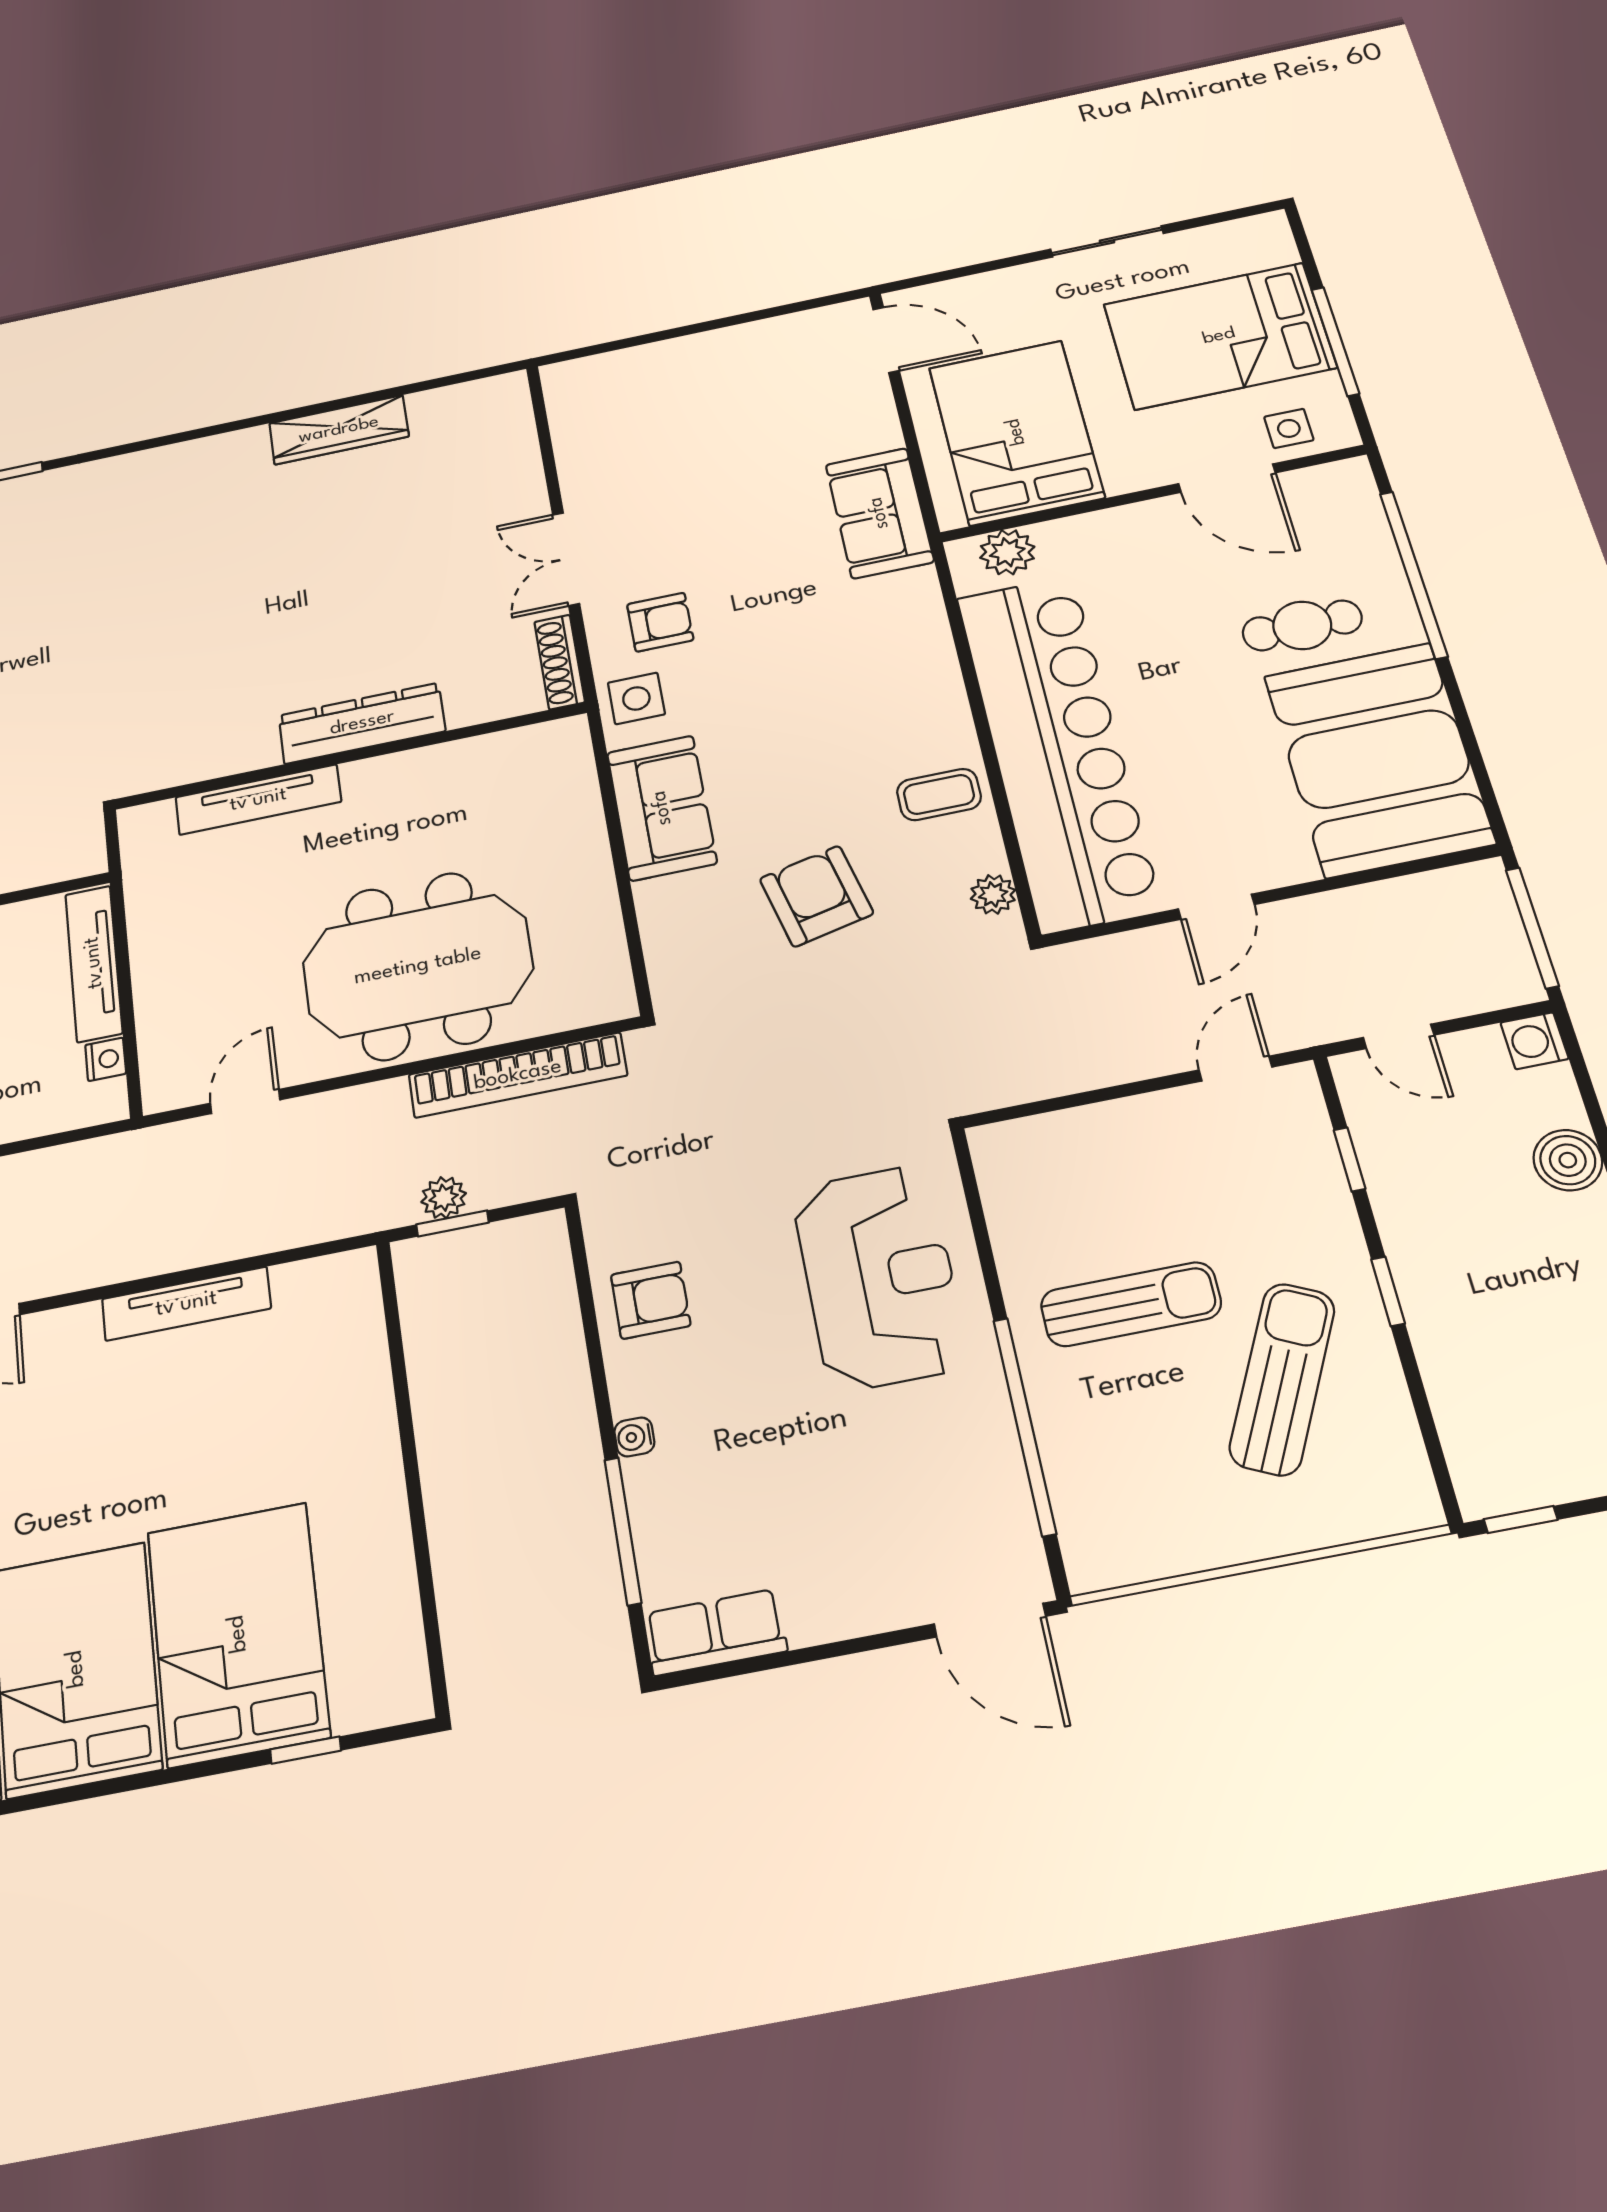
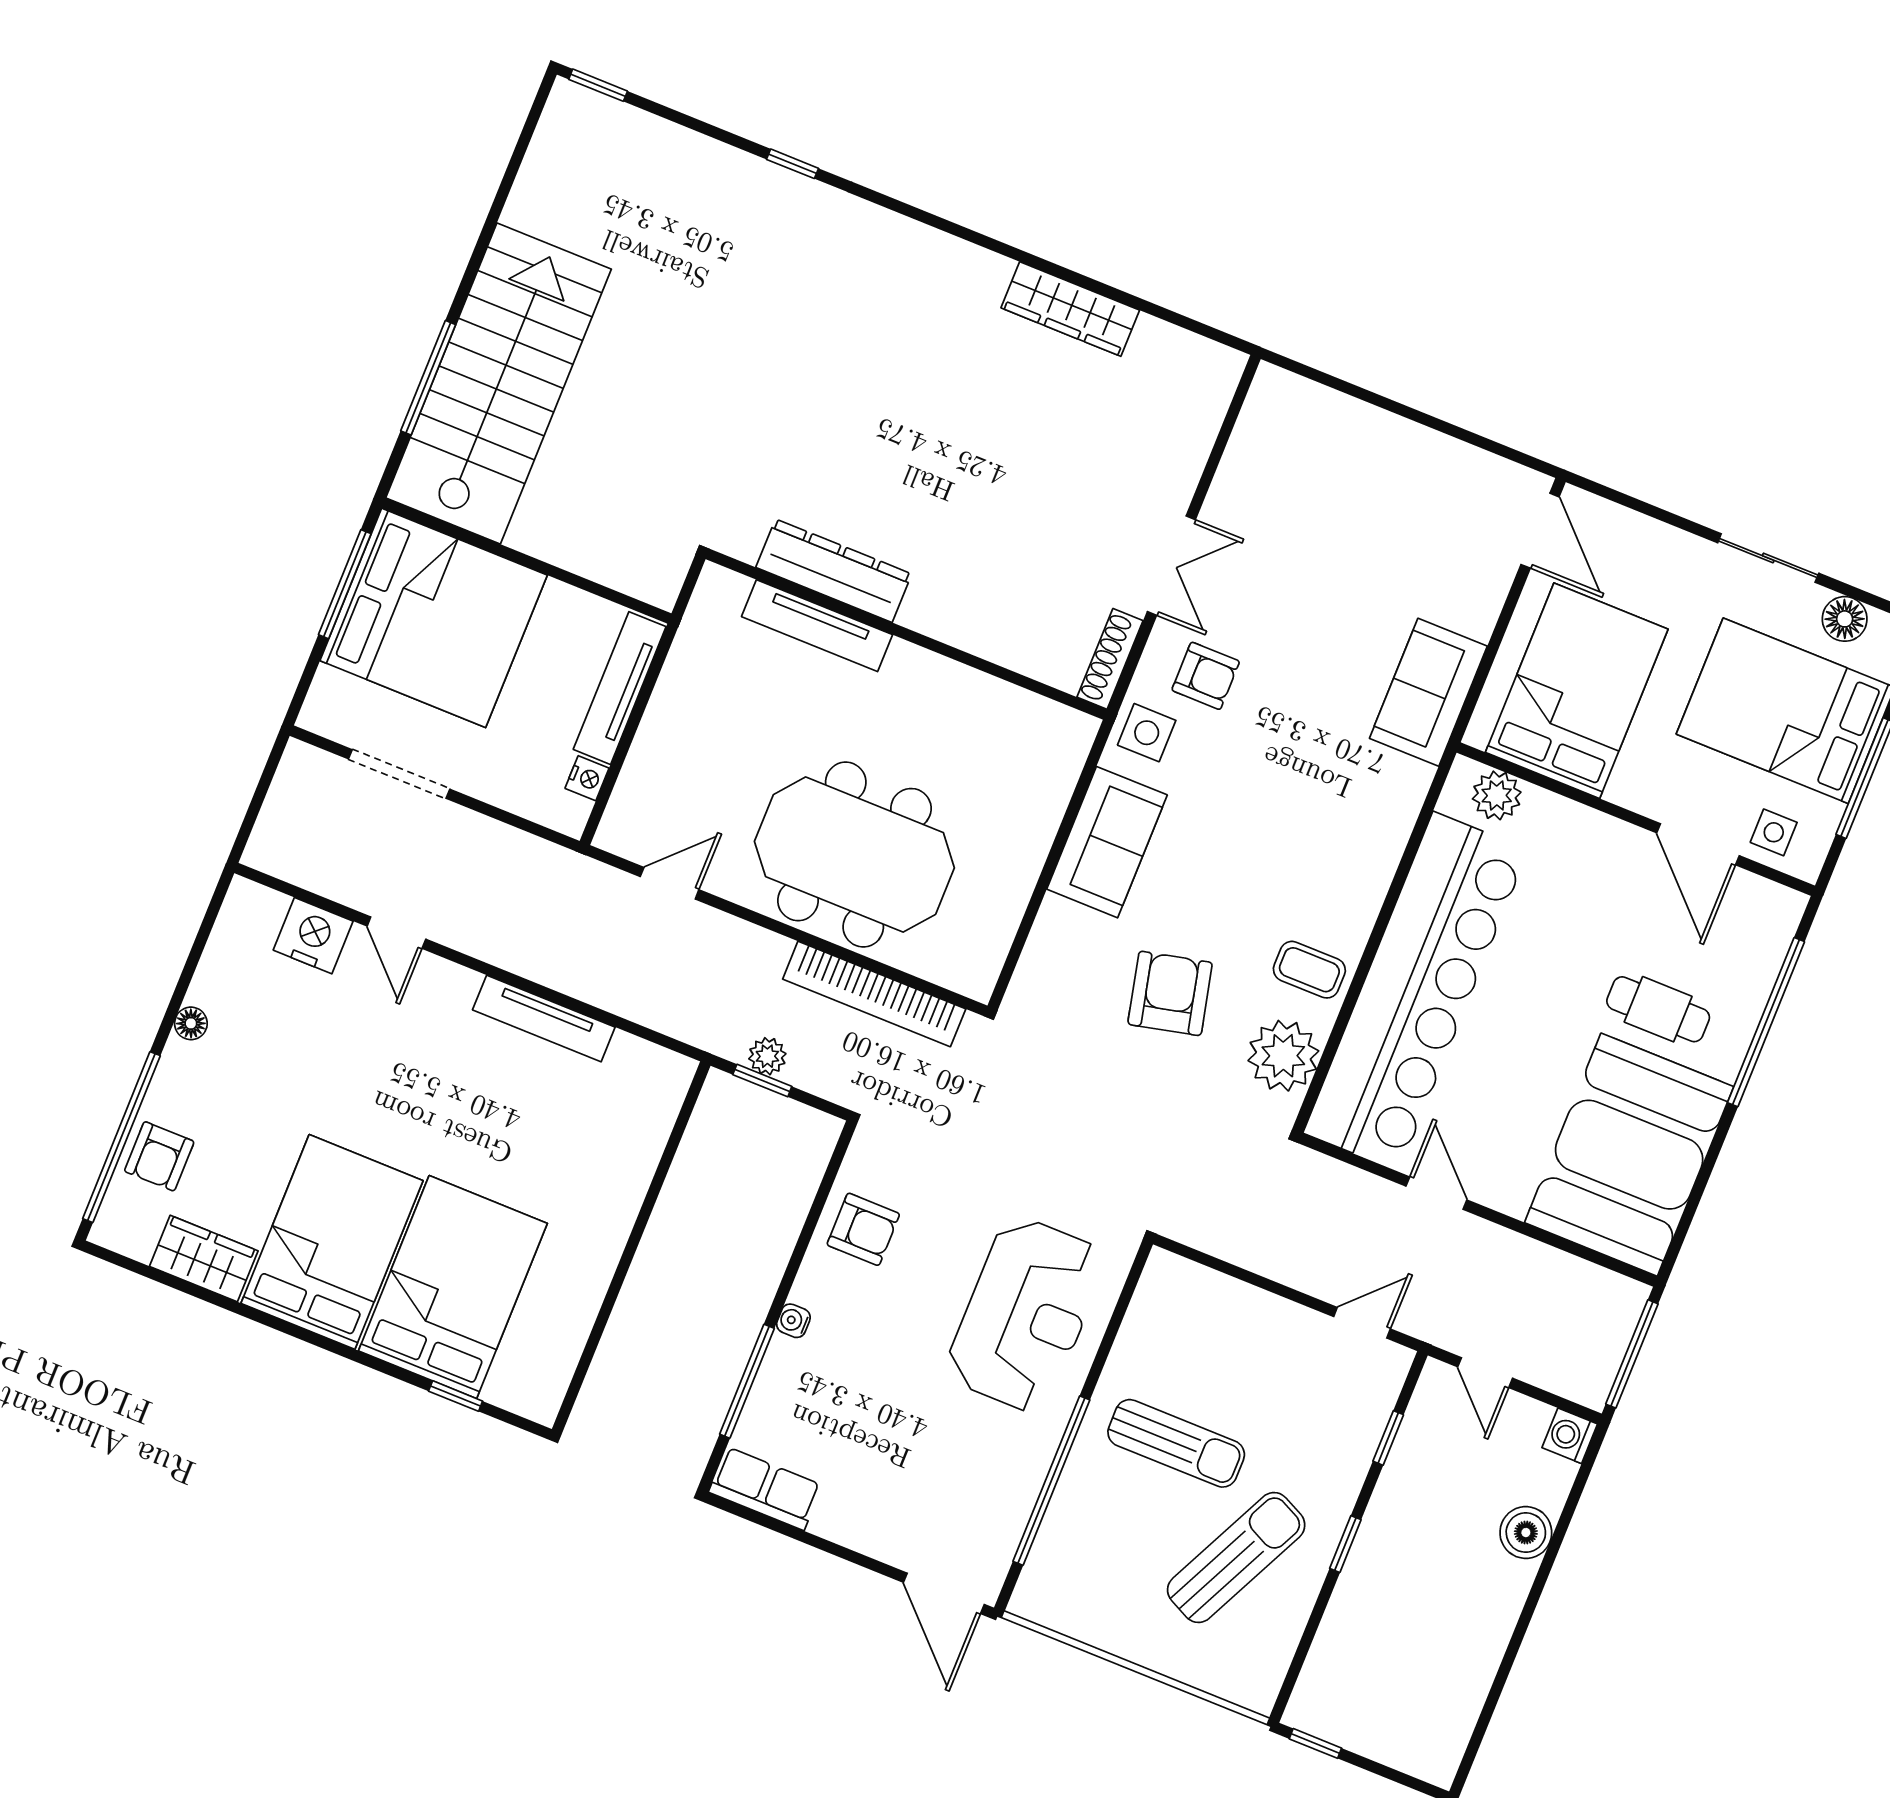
floor lamp: (1213, 243) -> (1845, 619), added
double door: (566, 559) -> (1171, 566), swing flipped
dresser: (362, 723) -> (834, 571), moved
plant: (993, 894) -> (1283, 1056), width x1.88, depth x1.88
door: (1216, 907) -> (1436, 1193), swing flipped

